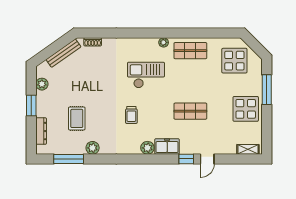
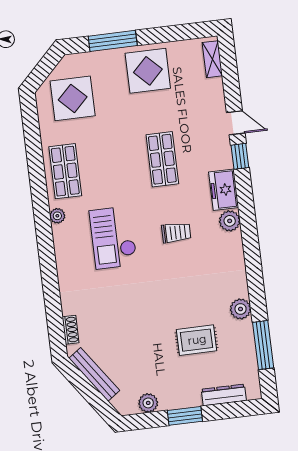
trolley: (131, 115) -> (176, 233), moved

